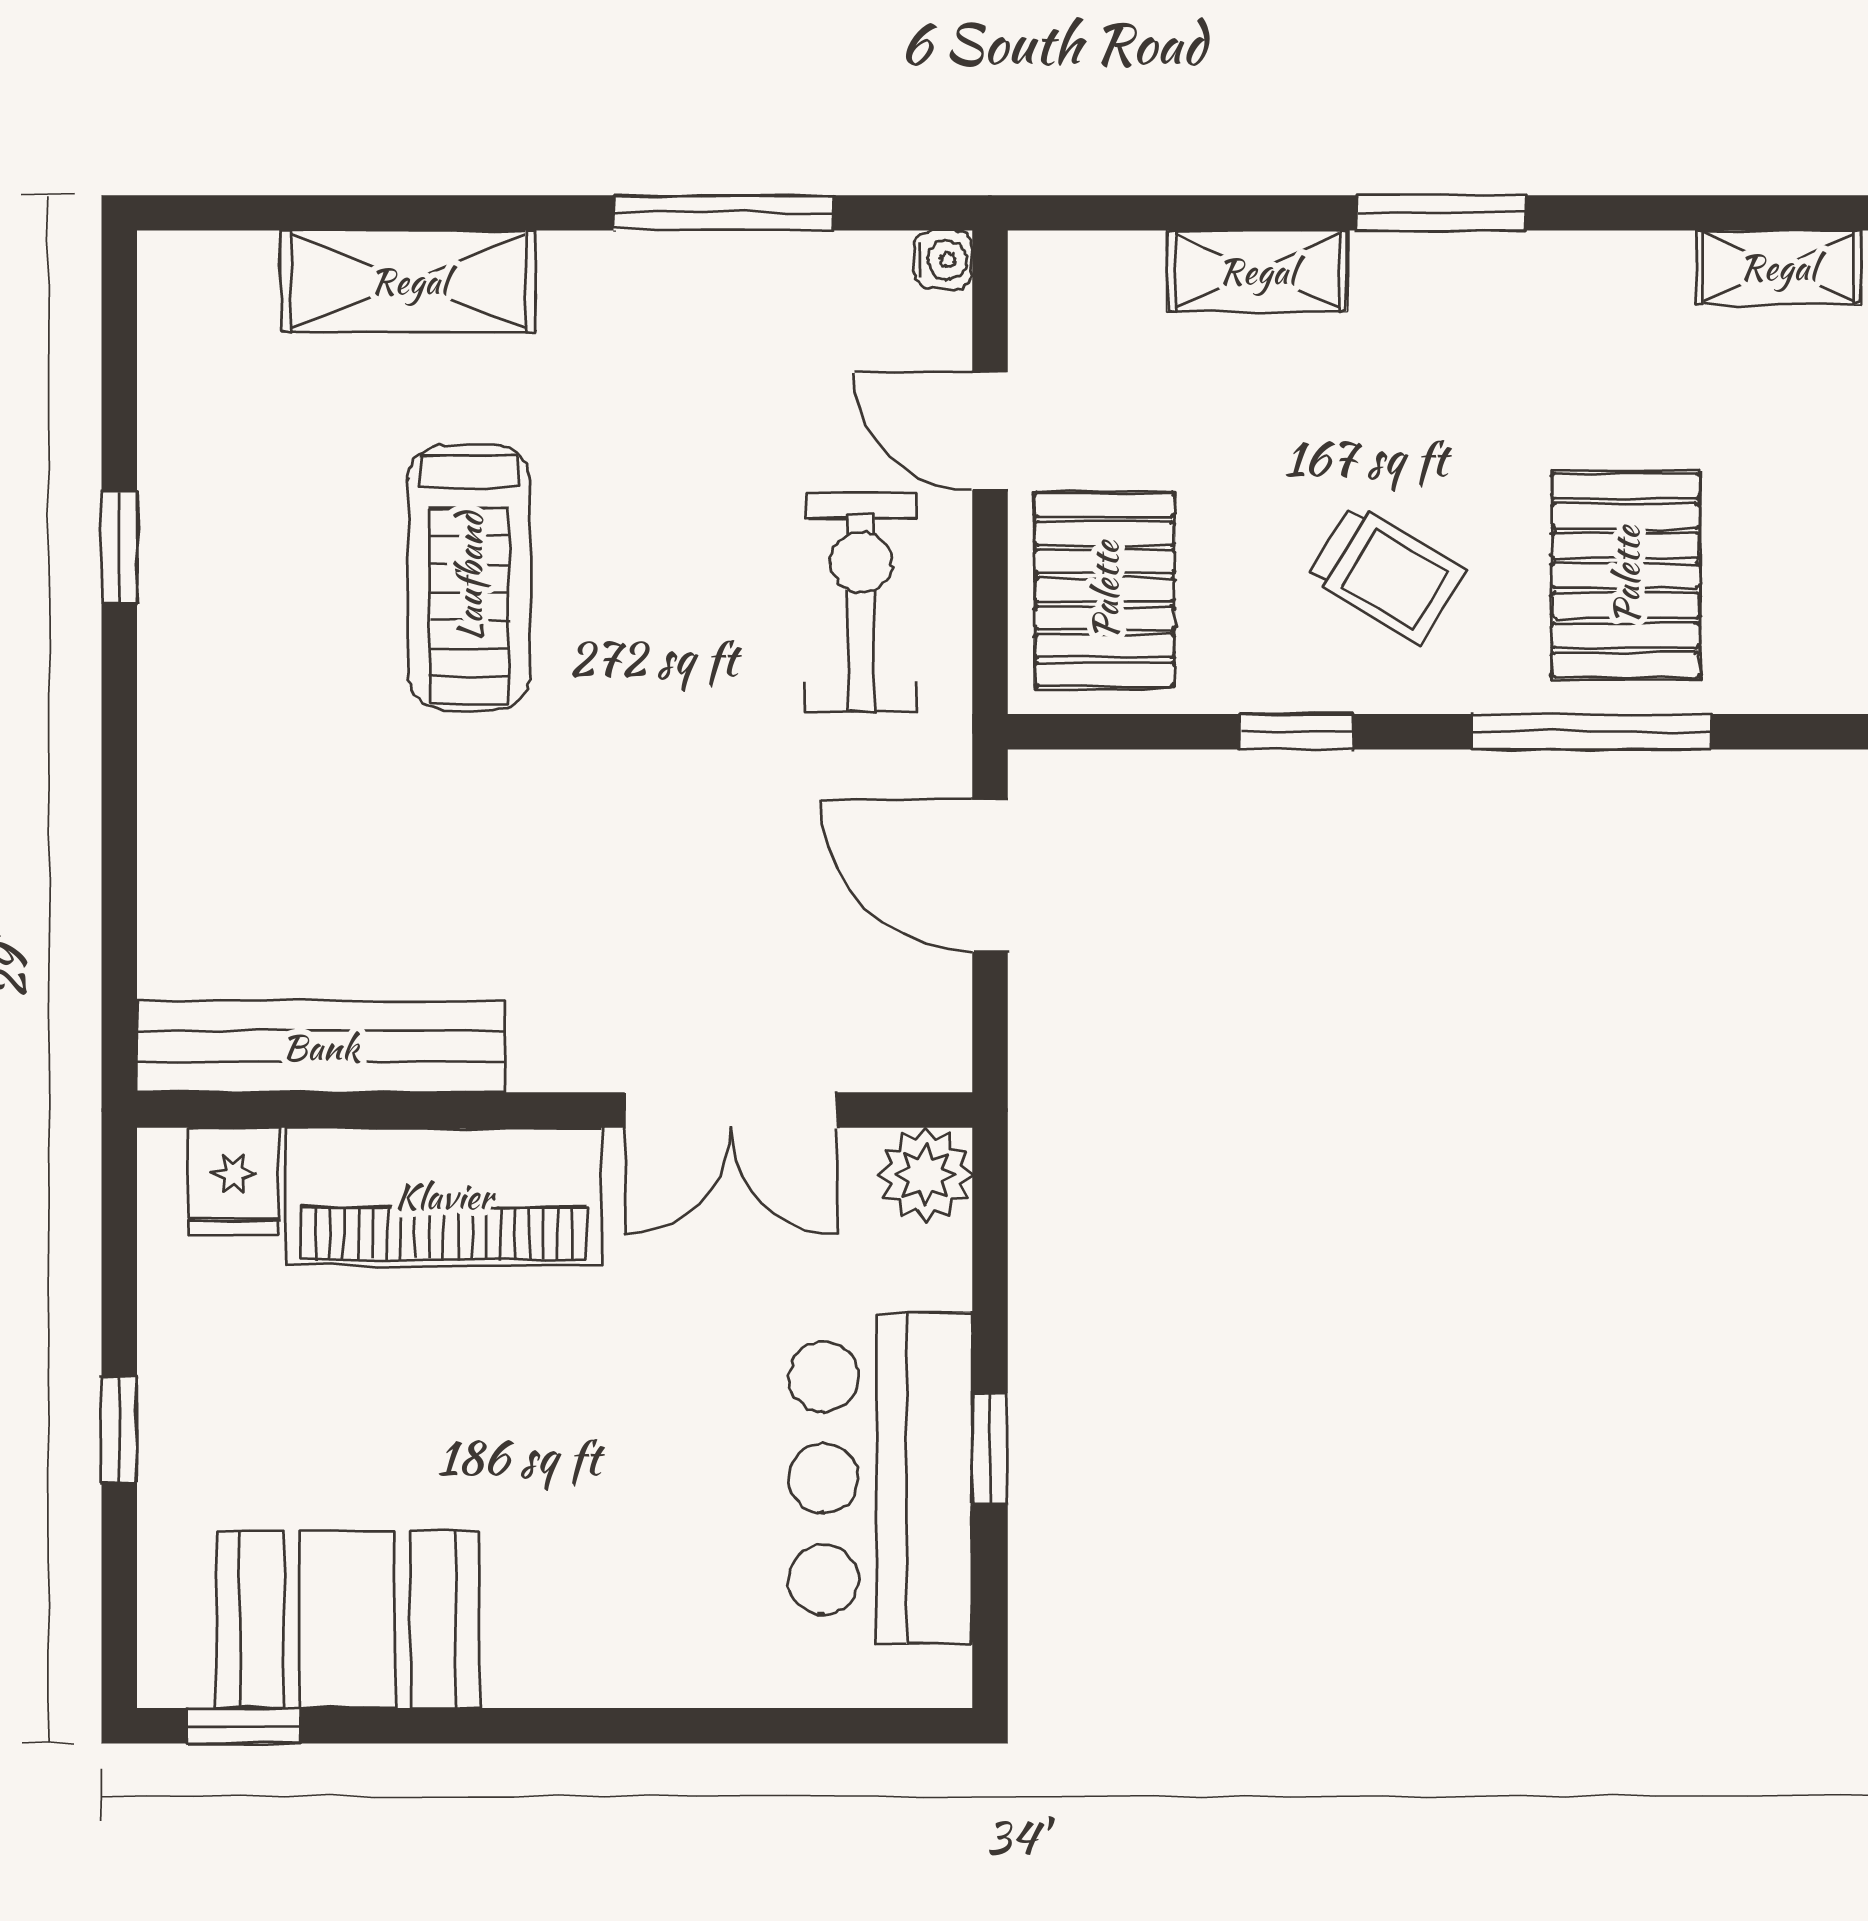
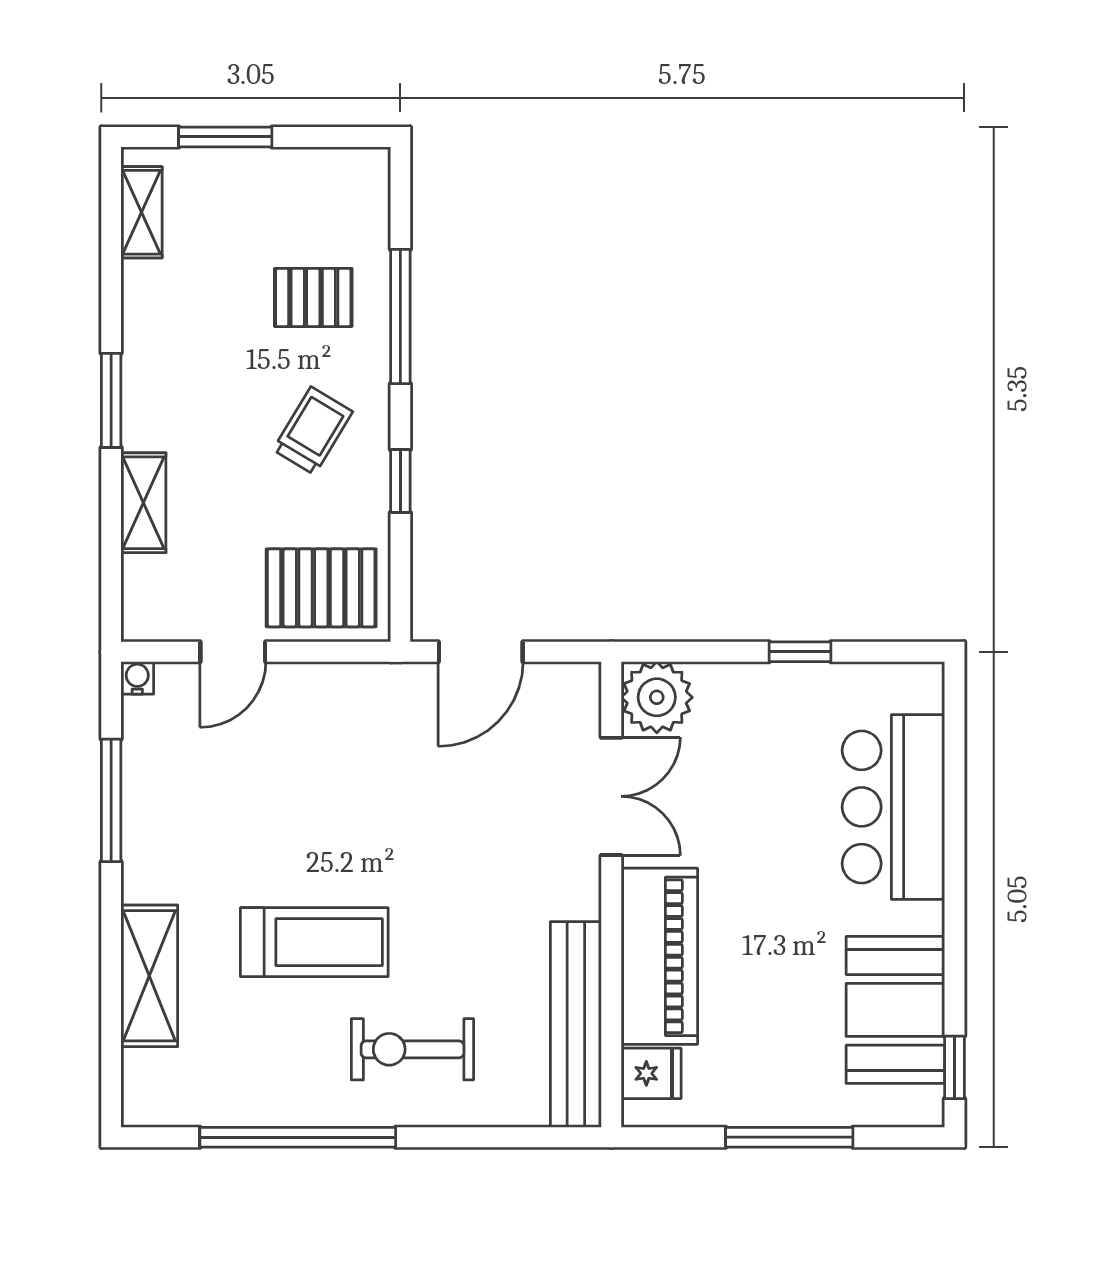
window: (119, 548) -> (298, 1137), width x3.17
pallet: (1626, 575) -> (313, 297), width x0.67, depth x0.71
exercise bike: (861, 602) -> (412, 1049), moved
plant: (925, 1175) -> (657, 697), width x1.36, depth x1.36
window: (119, 1429) -> (789, 1137), width x2.17
bar counter: (880, 1478) -> (893, 807), moved, turned 90

